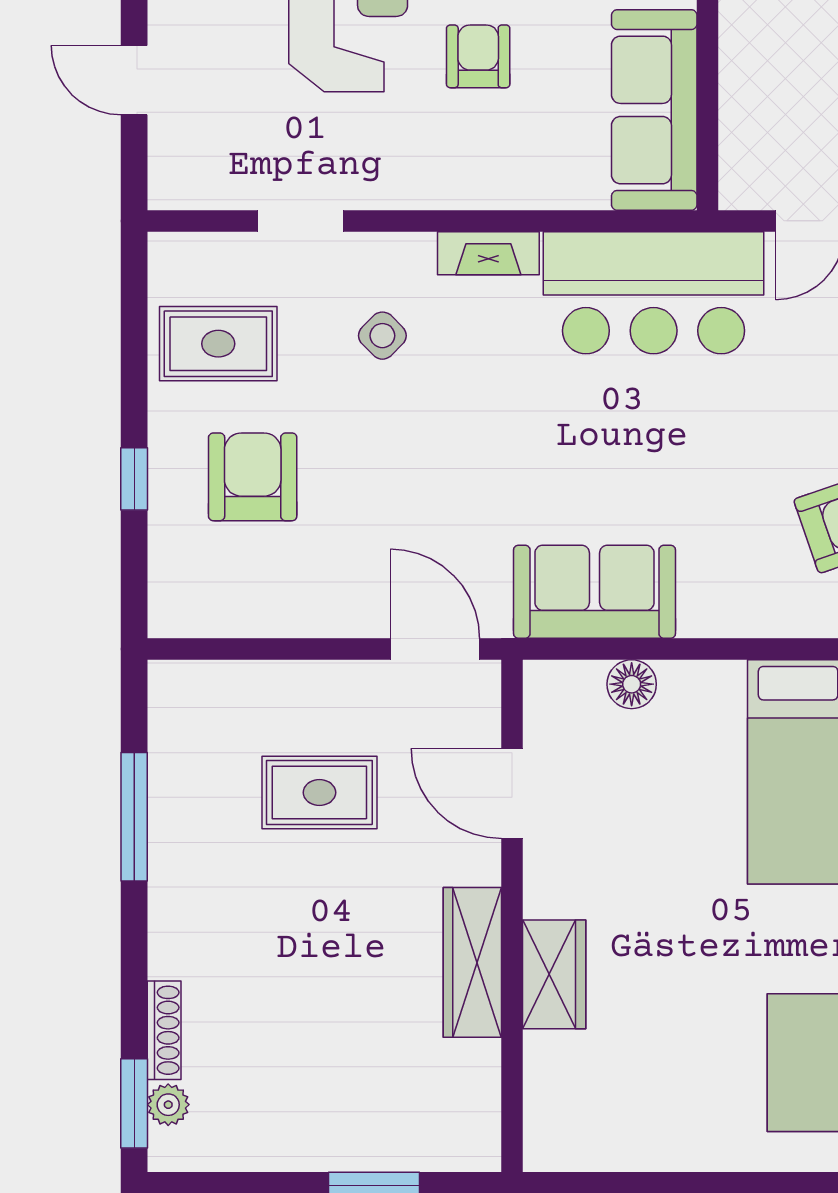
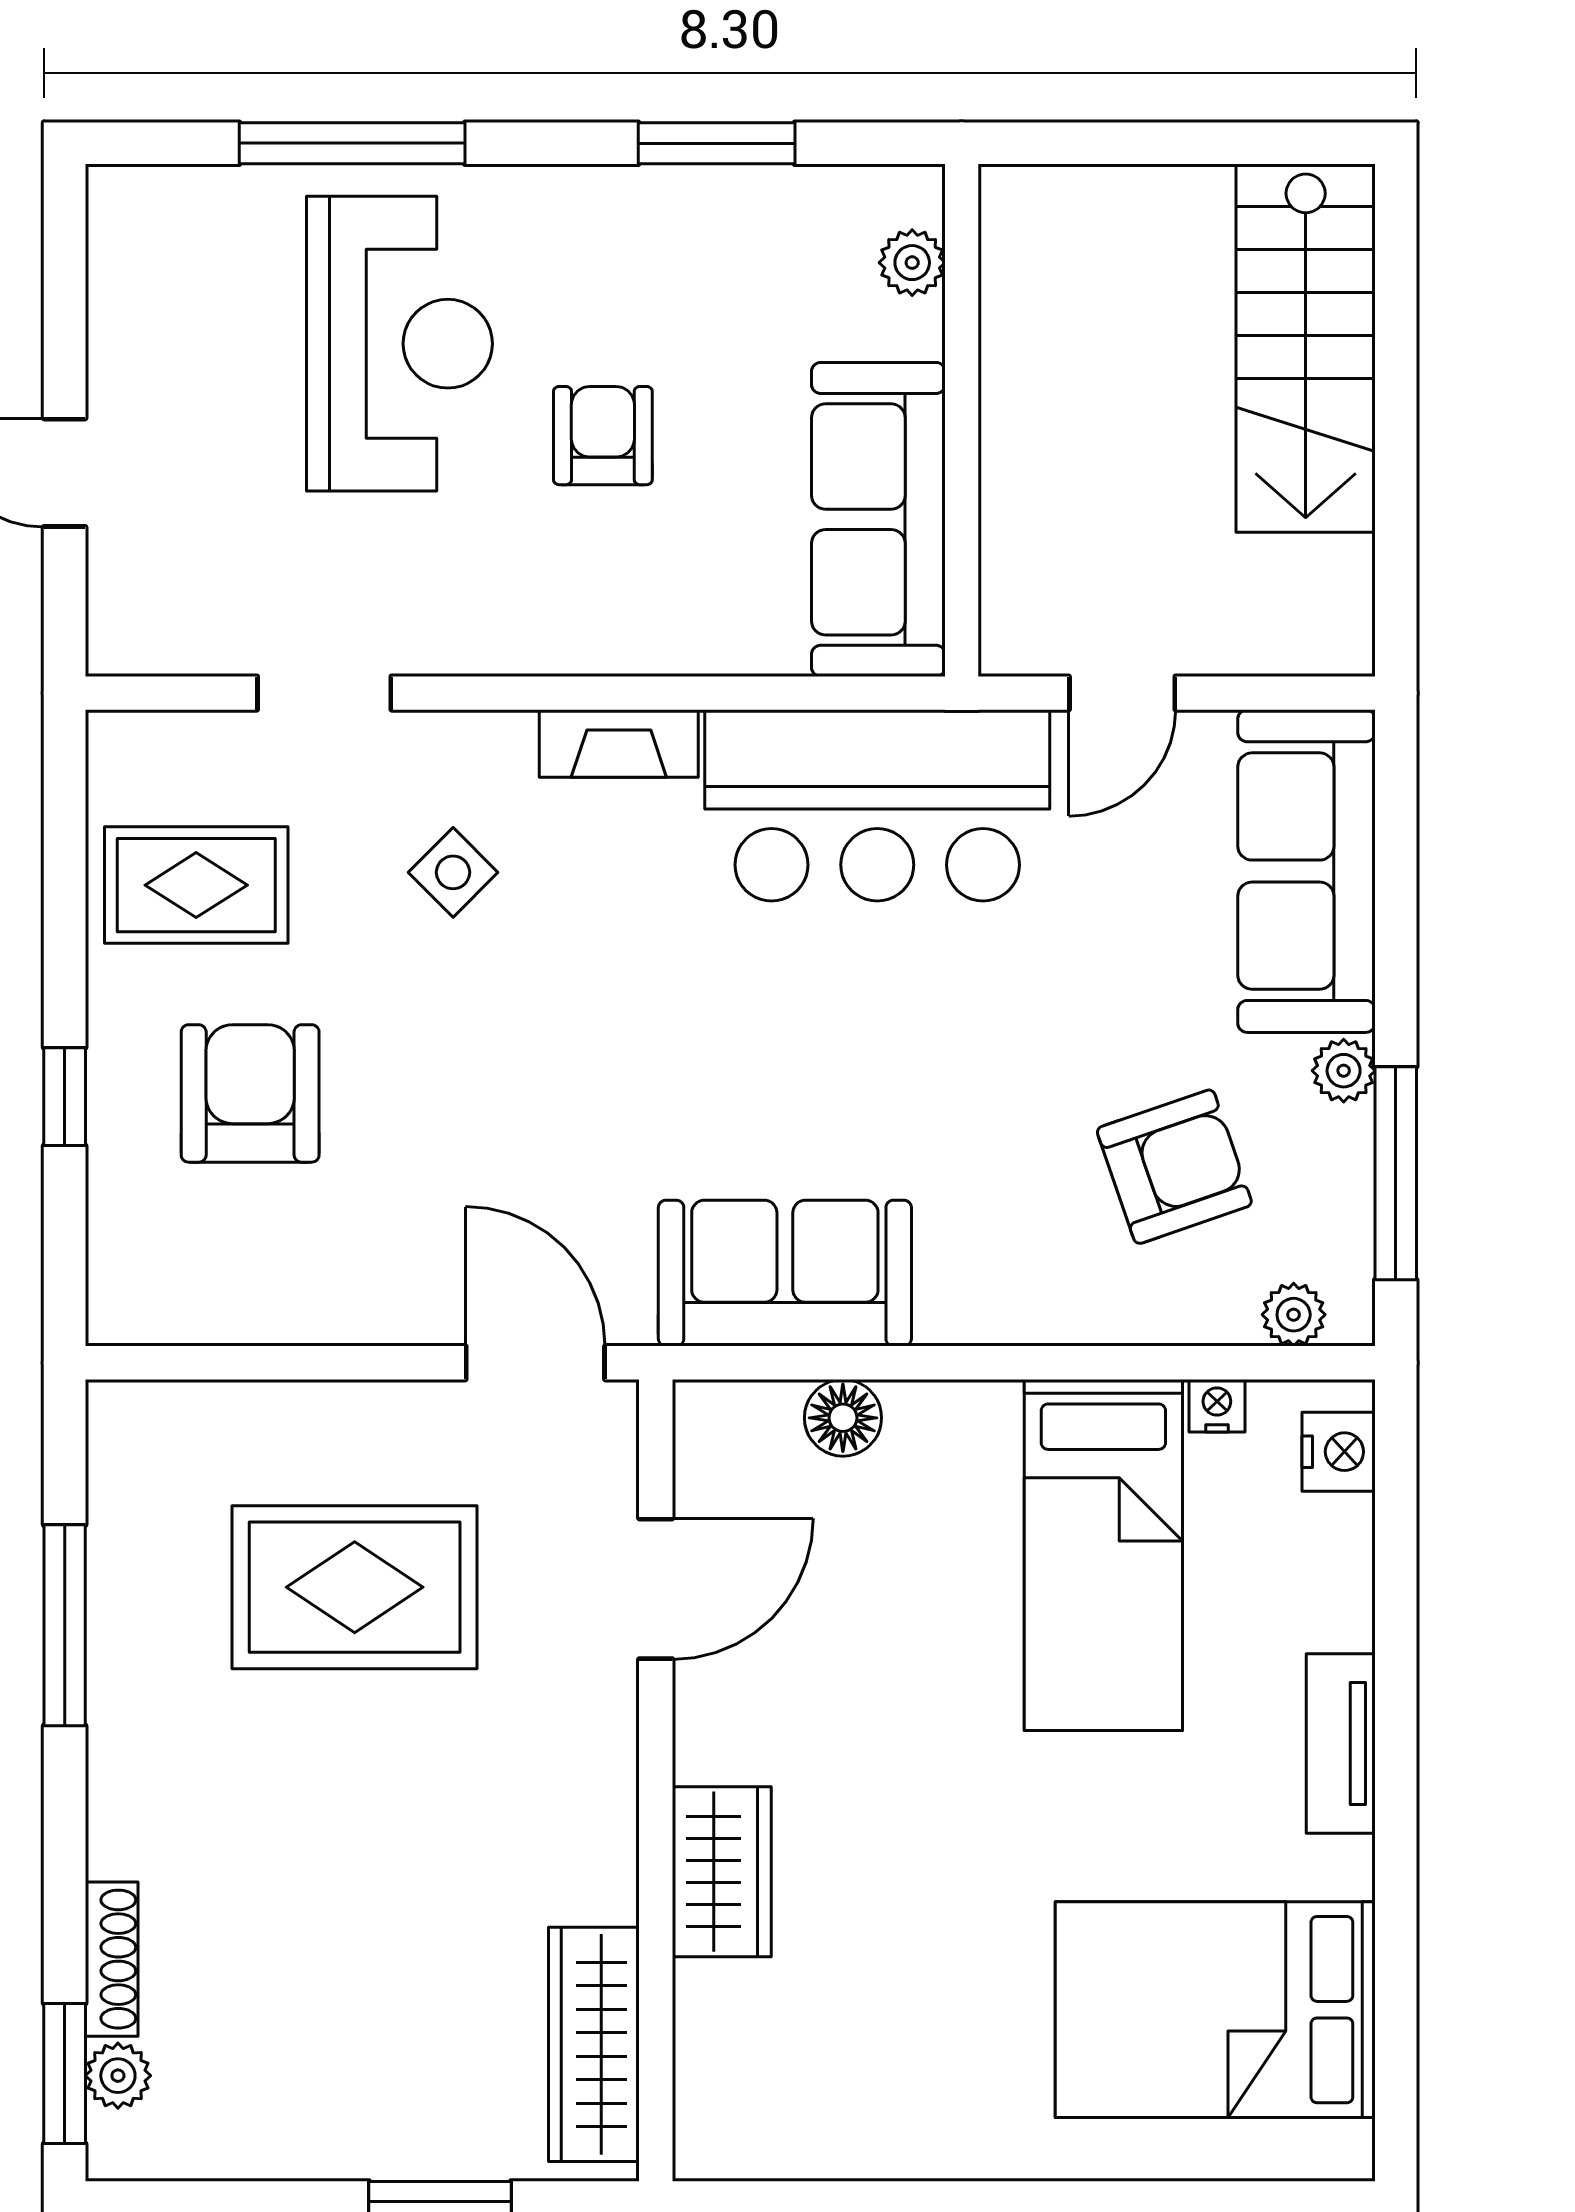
rug: (319, 793) -> (355, 1587), width x1.36, depth x1.43
door: (512, 794) -> (656, 1589), swing flipped
wardrobe: (472, 962) -> (594, 2044), moved

